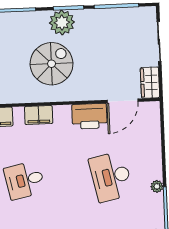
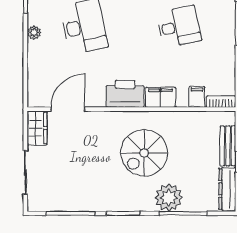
plant: (62, 23) -> (169, 198), moved
printer: (89, 116) -> (125, 94), moved
plant: (157, 186) -> (34, 32), moved

